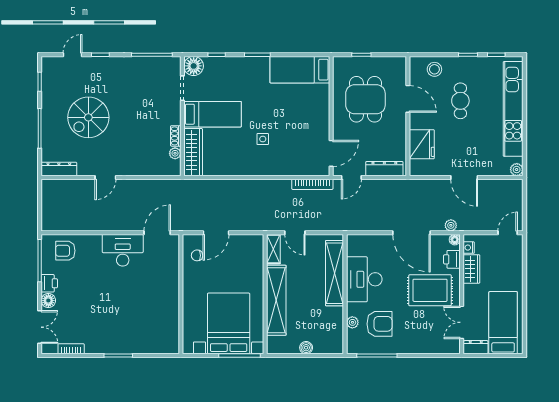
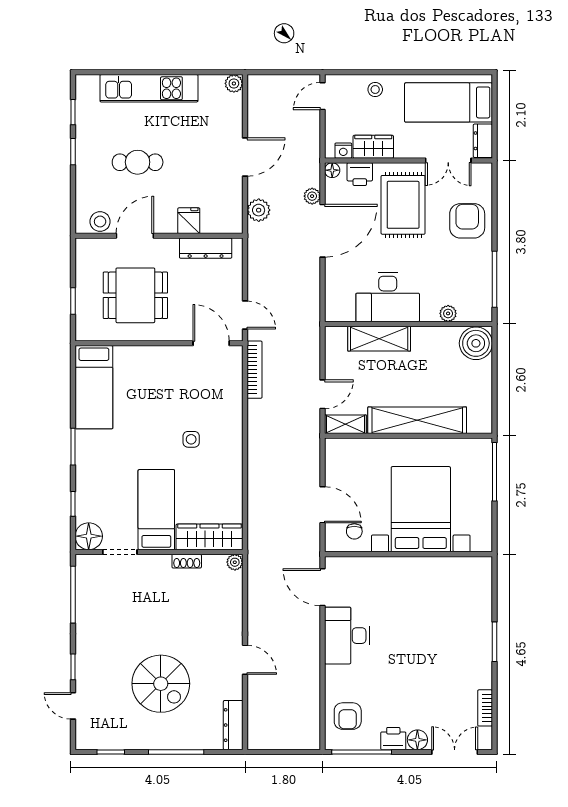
stool: (434, 69) -> (100, 222), moved
kitchen unit: (513, 109) -> (149, 88), width x0.73
fridge: (422, 144) -> (189, 221), width x0.53, depth x0.75
plant: (175, 153) -> (235, 562), moved
dresser: (384, 169) -> (206, 248), moved, turned -90
plant: (426, 187) -> (259, 210), added
plant: (451, 225) -> (312, 196), moved
door: (508, 233) -> (322, 96), hinge flipped
stool: (512, 270) -> (375, 89), added
shelving: (335, 273) -> (379, 339), width x0.68
bed with nightstands: (229, 323) -> (421, 509), moved, turned 90
armchair: (379, 324) -> (467, 221), moved
boiler: (306, 348) -> (476, 343), moved, width x1.86, depth x1.86

